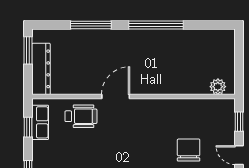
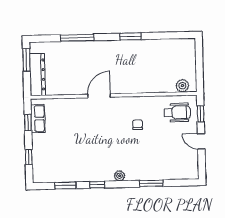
window: (156, 25) -> (131, 36), width x0.47
wheelchair: (81, 116) -> (177, 112), moved
chair: (189, 150) -> (138, 125), moved, width x0.54, depth x0.54

